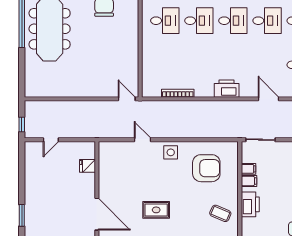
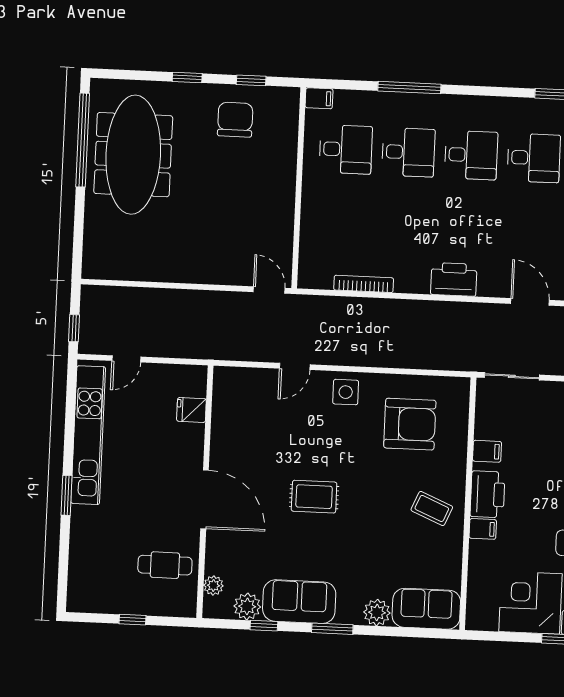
door: (142, 140) -> (295, 366), swing flipped
filing cabinet: (248, 169) -> (483, 529), moved
kitchen unit: (32, 182) -> (88, 435), added

